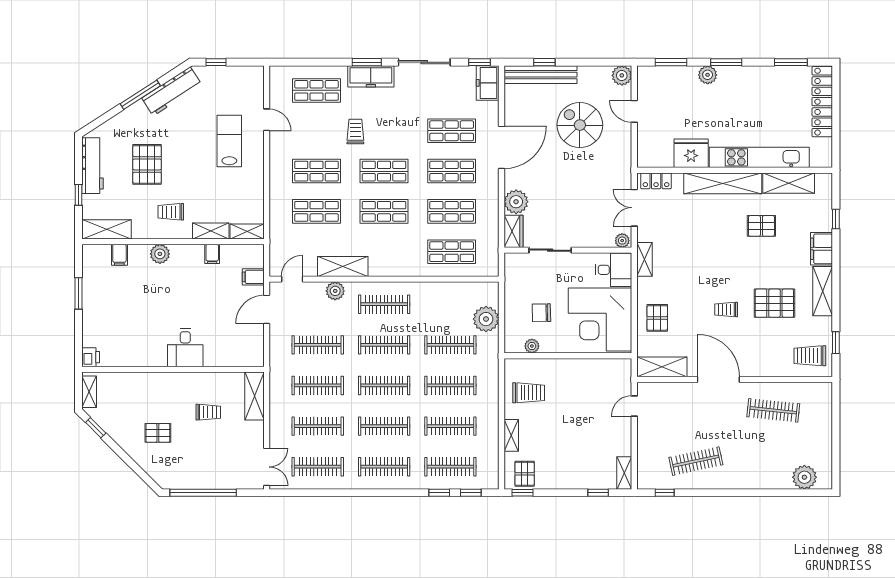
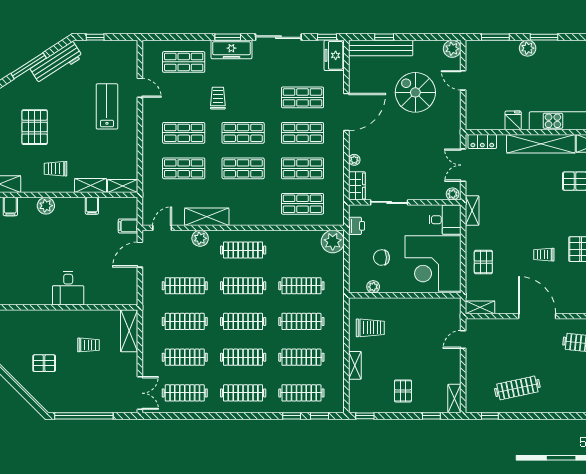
fridge: (691, 153) -> (513, 120), width x0.53, depth x0.75
plant: (516, 202) -> (354, 160), width x0.53, depth x0.53
printer: (513, 277) -> (357, 226), added
plant: (486, 319) -> (333, 242), moved
shelving: (662, 367) -> (480, 307), width x0.67, depth x0.75
pallet: (525, 474) -> (403, 391), moved

